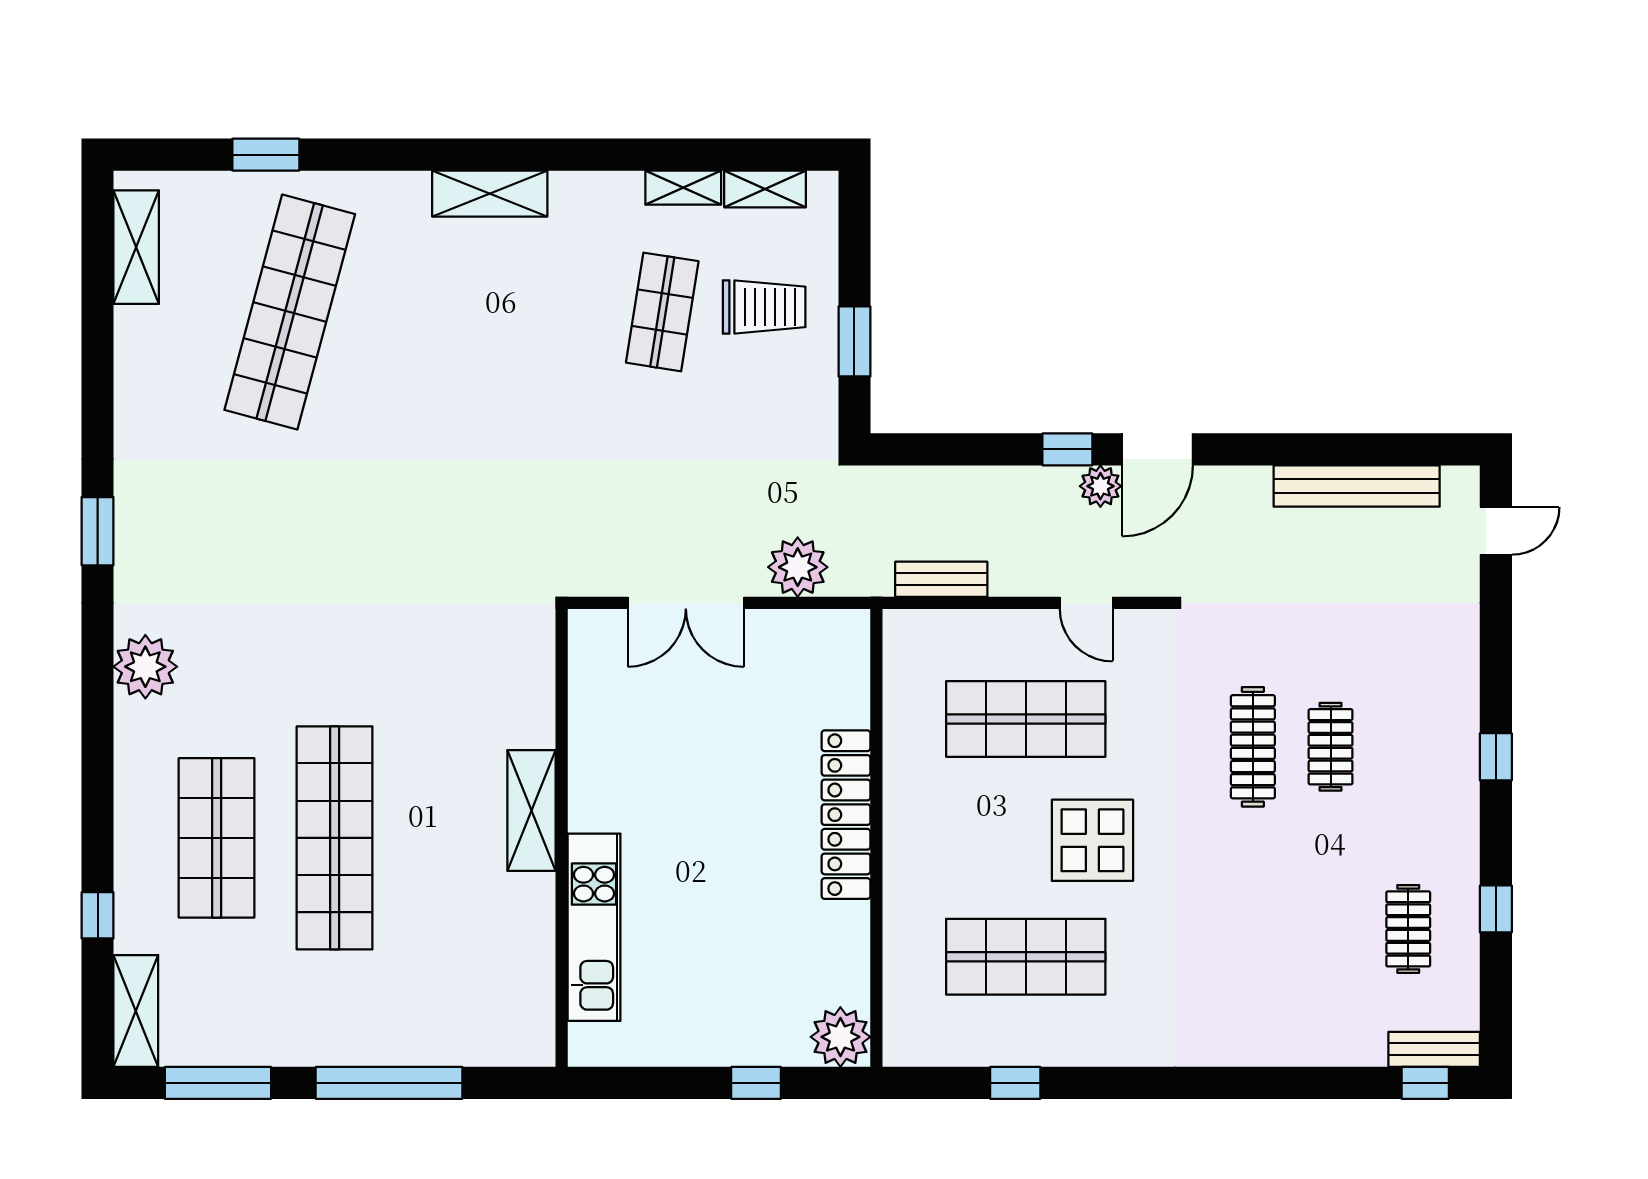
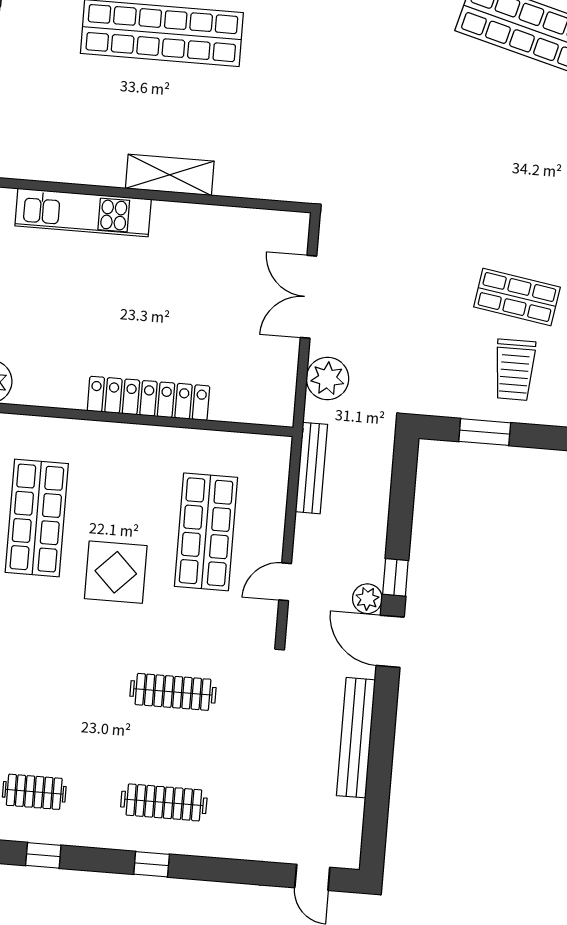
bench: (1357, 486) -> (356, 738), moved
bench: (941, 579) -> (311, 468), width x1.36
clothes rail: (1331, 747) -> (164, 802), moved, width x1.36

